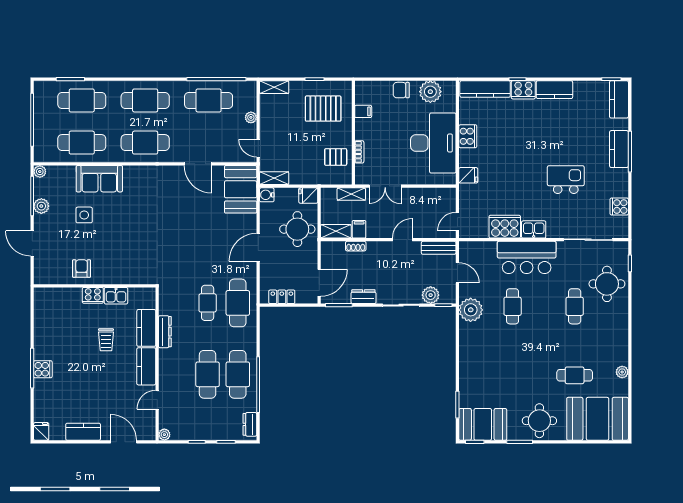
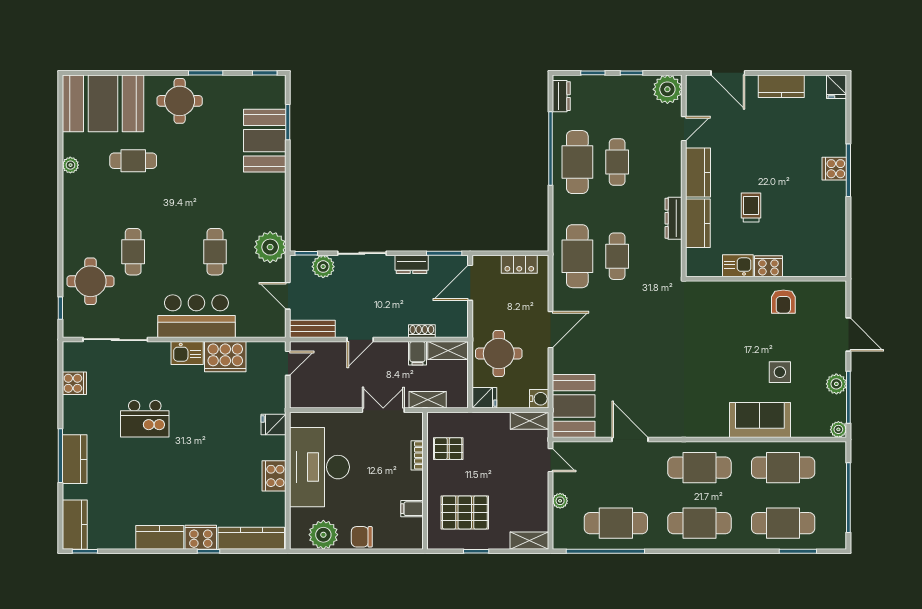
chair: (401, 90) -> (362, 537), turned 180
cafe table: (208, 374) -> (617, 162), width x0.73, depth x0.74
booth: (483, 424) -> (265, 141), moved, turned 90
plant: (164, 435) -> (667, 89), width x1.88, depth x1.88

